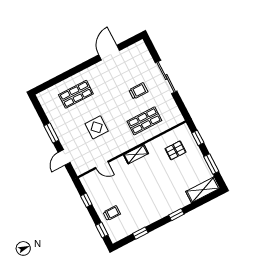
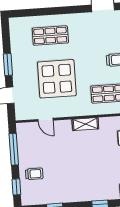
display table: (97, 127) -> (57, 79), width x1.86, depth x1.86
window: (86, 200) -> (14, 149), width x2.17

